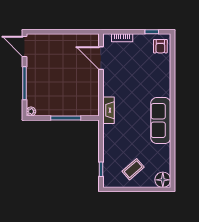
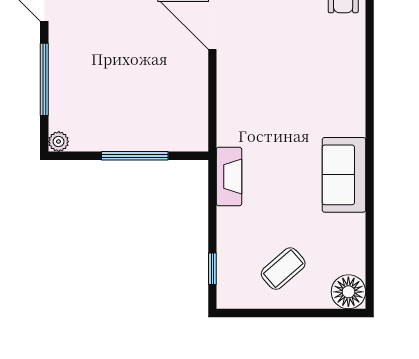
fireplace: (109, 110) -> (229, 177), moved
sofa: (161, 121) -> (344, 175), width x0.73

